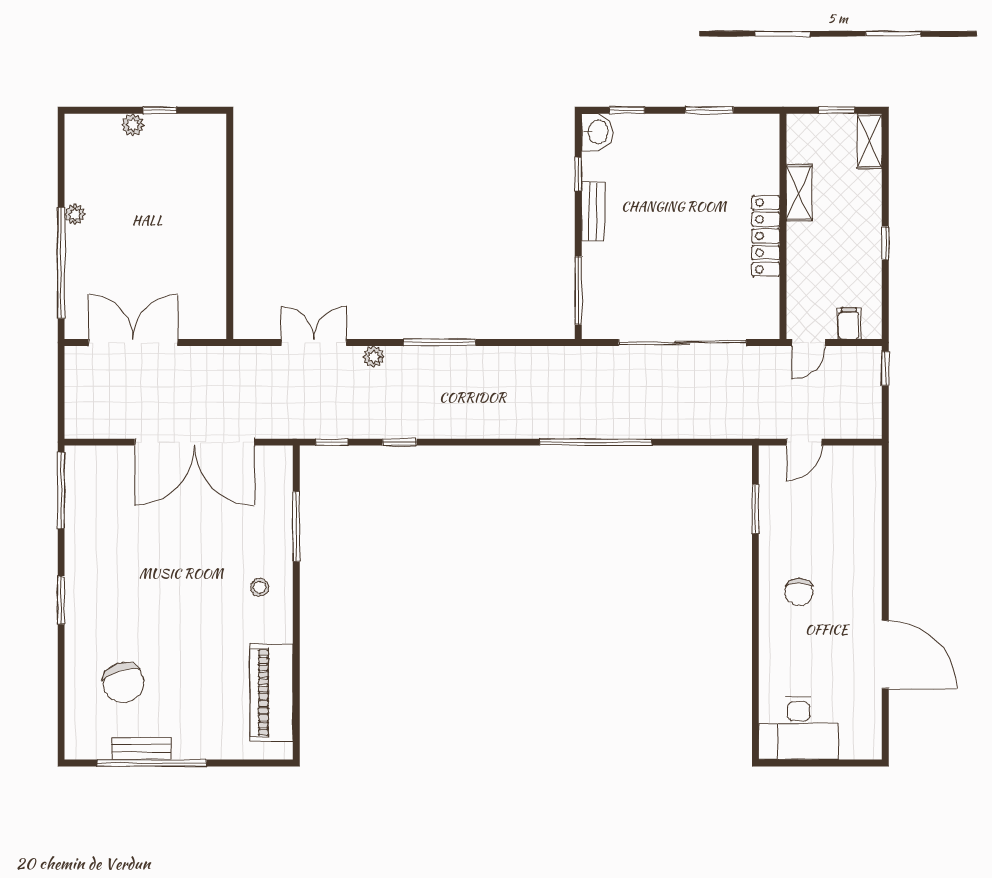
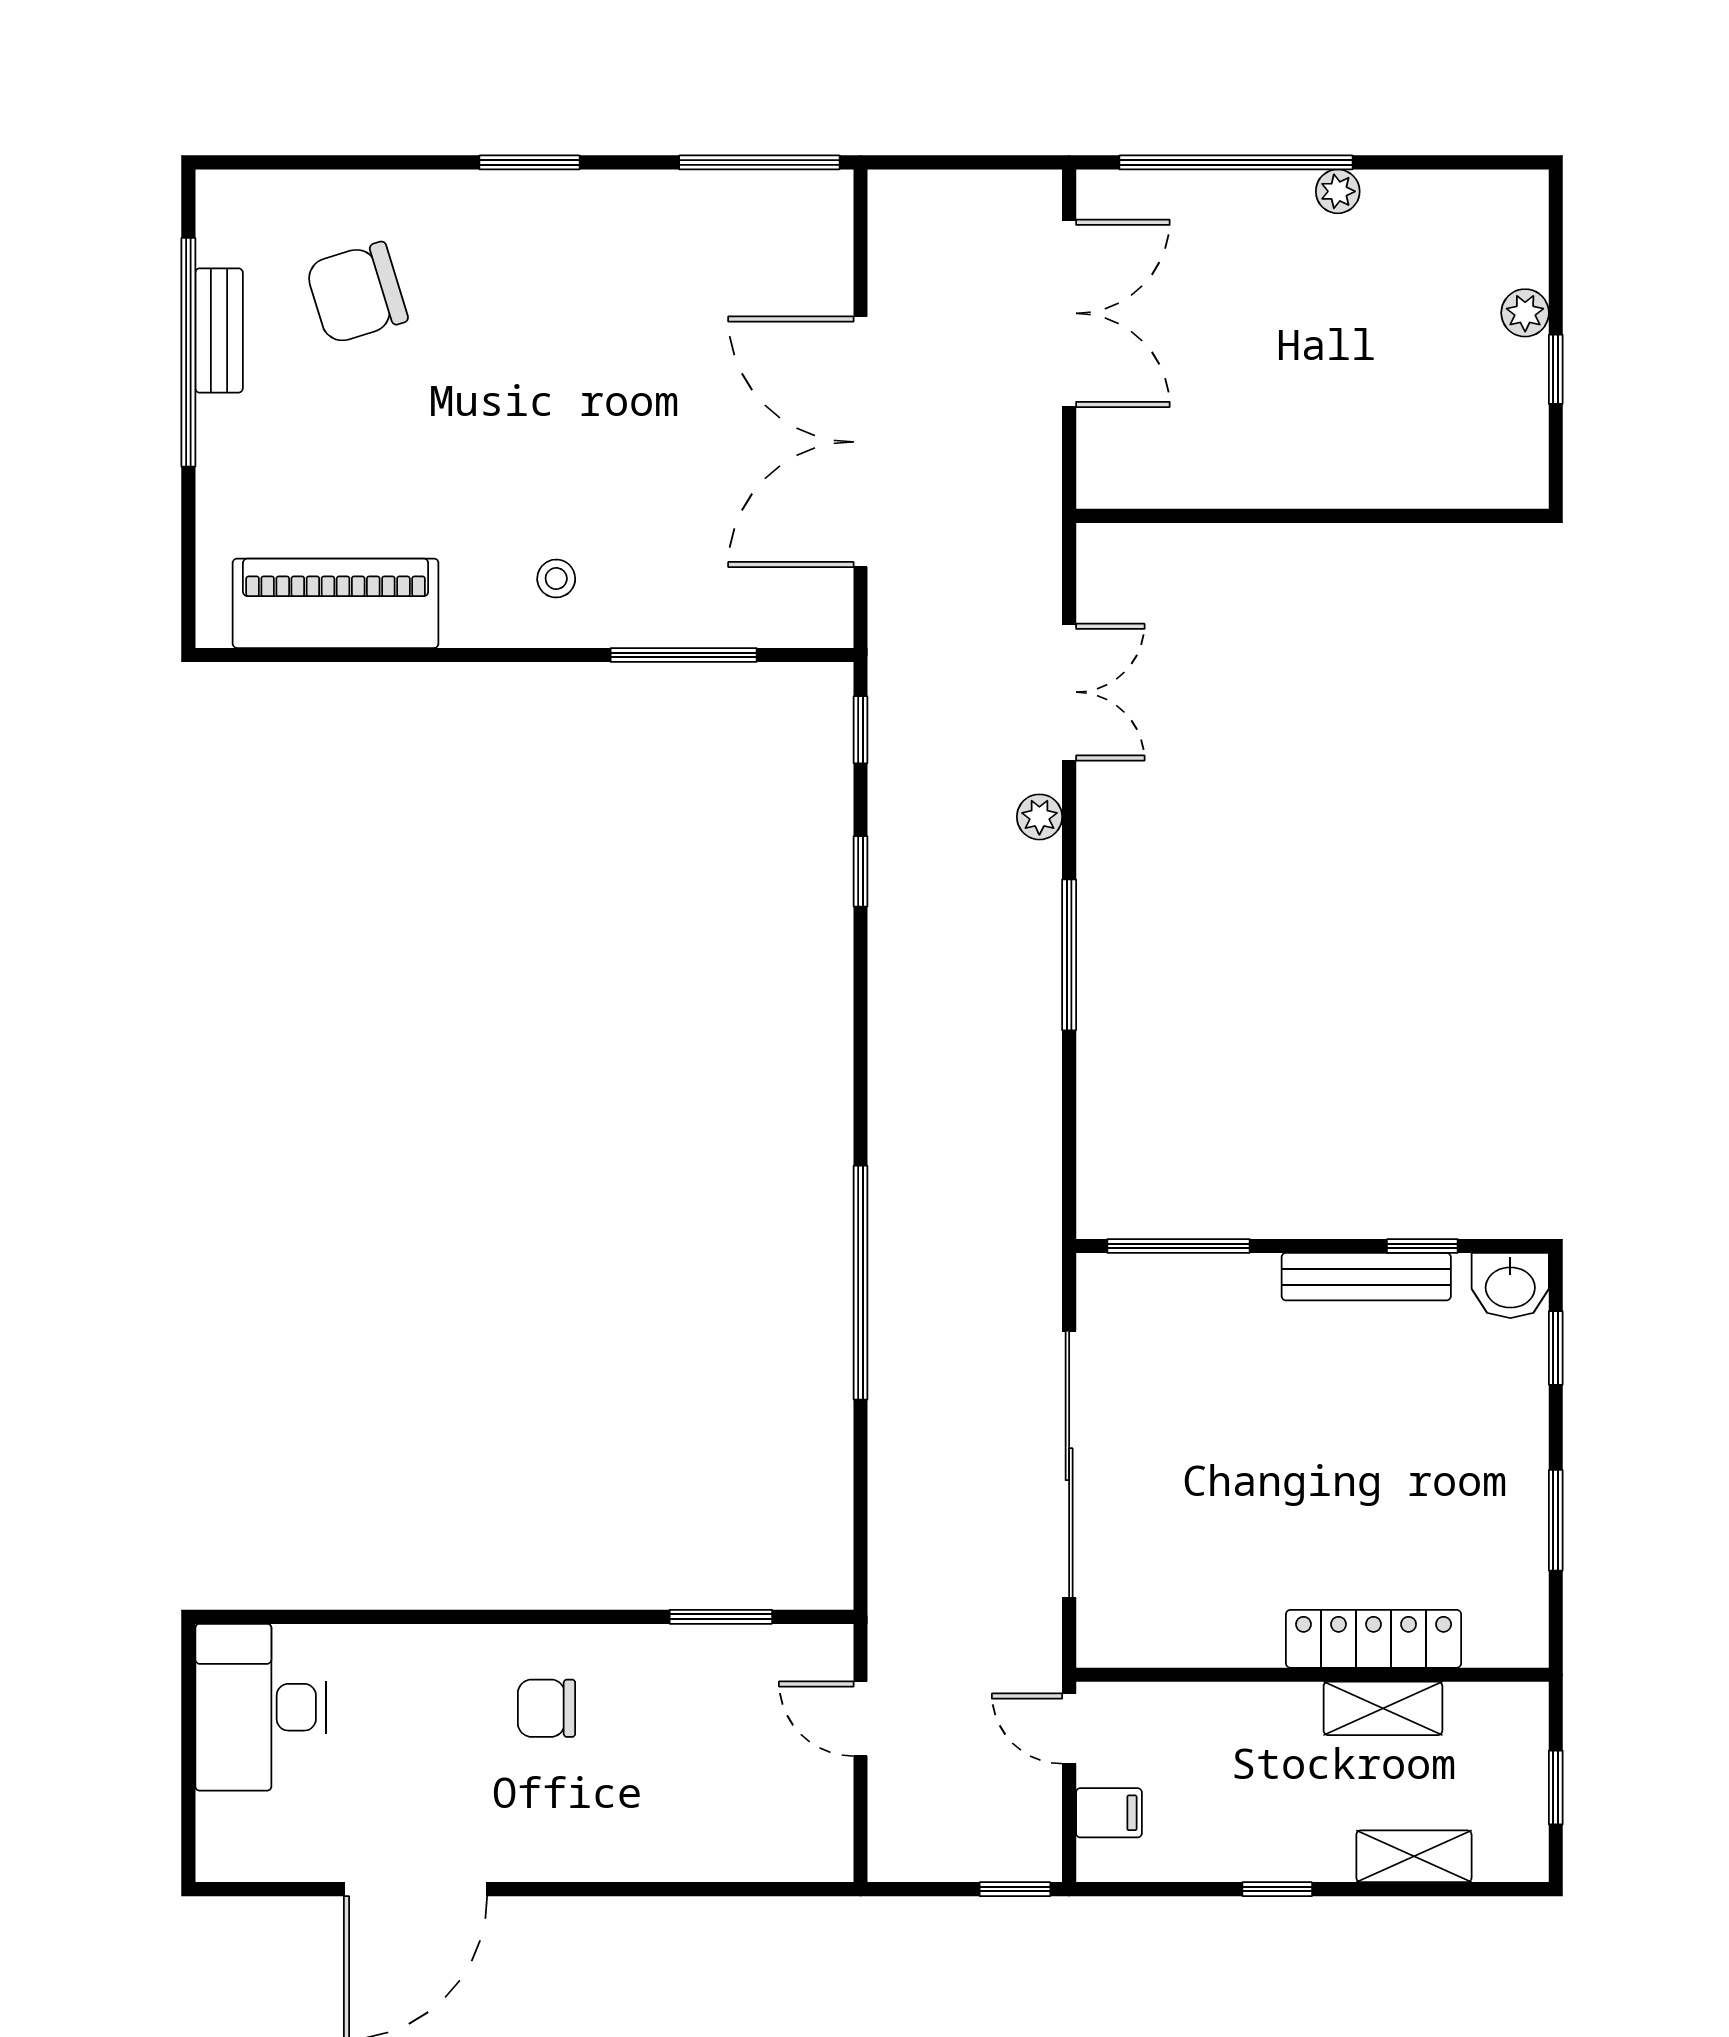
shelving: (870, 141) -> (1414, 1856), moved
bench: (593, 211) -> (1366, 1277), width x1.36
locker: (766, 236) -> (1374, 1639), moved

